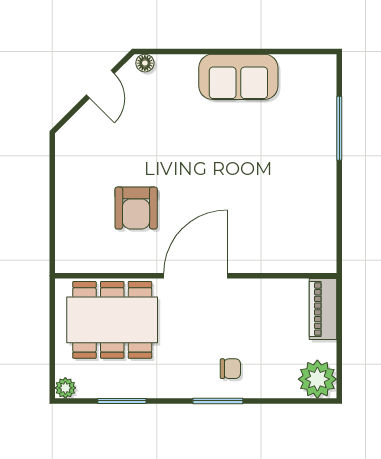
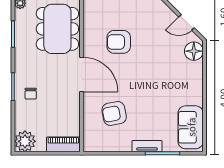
floor lamp: (145, 63) -> (194, 51), width x1.89, depth x1.89
sofa: (238, 77) -> (191, 127), moved
tv unit: (326, 156) -> (147, 146), added
armchair: (267, 216) -> (114, 113), added

